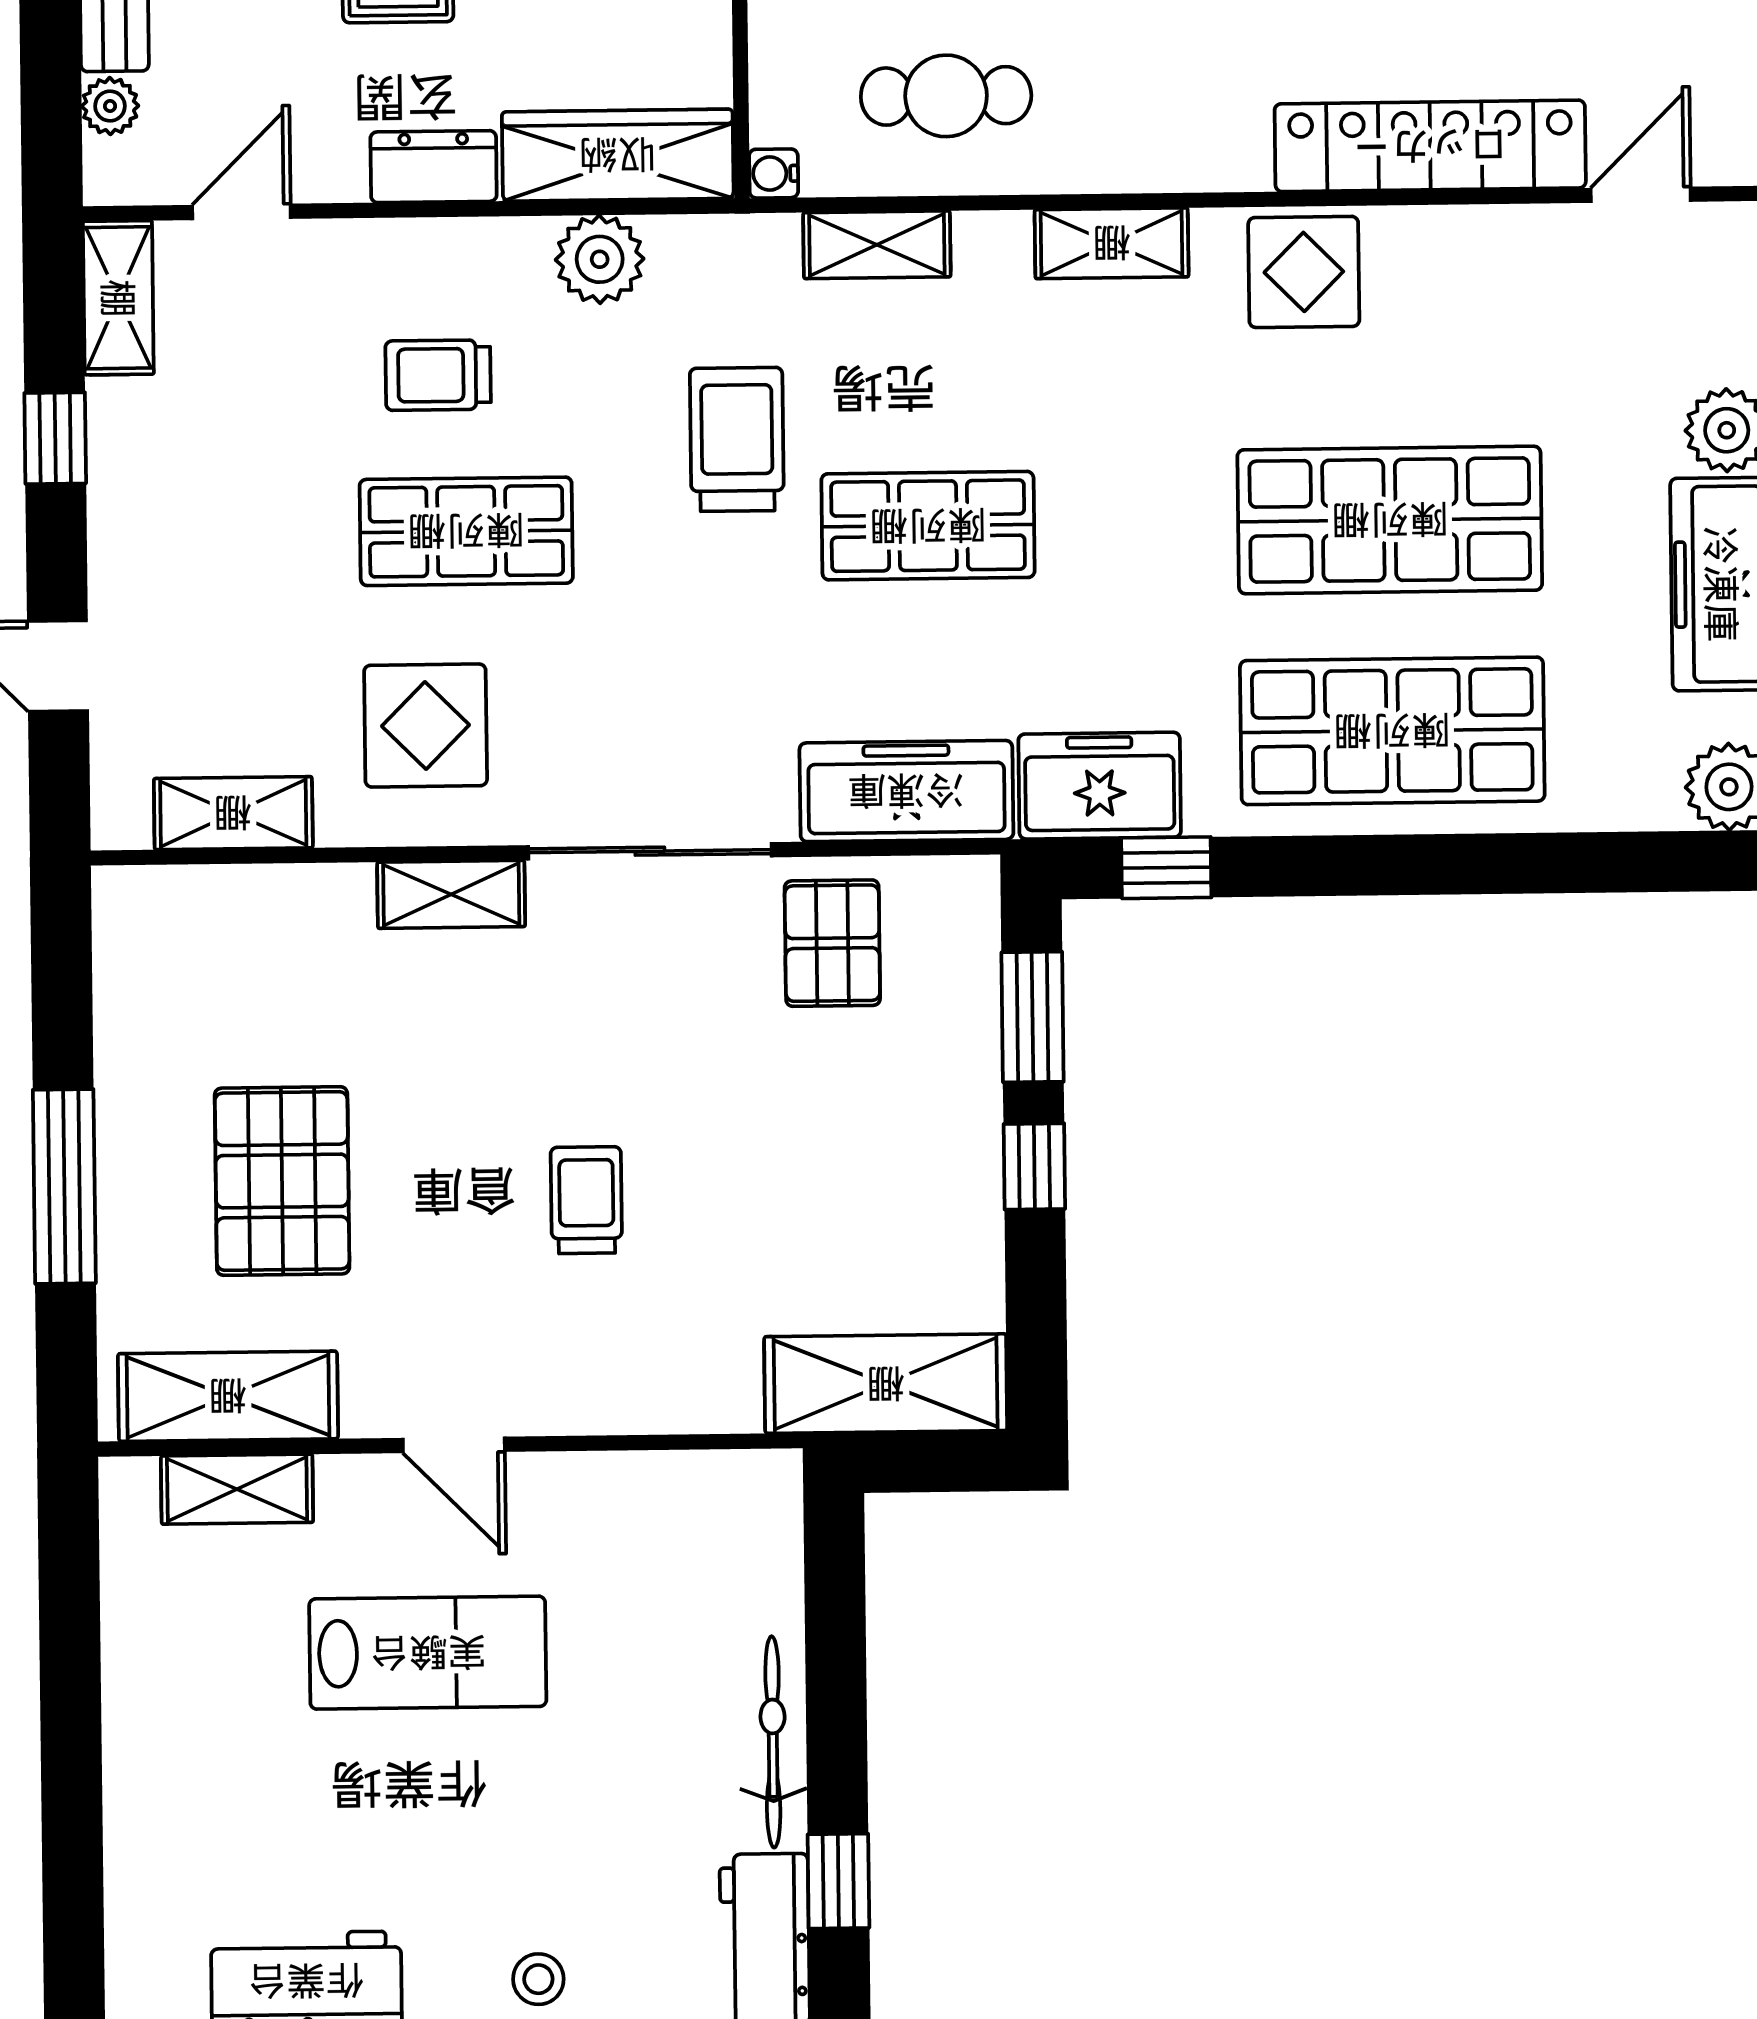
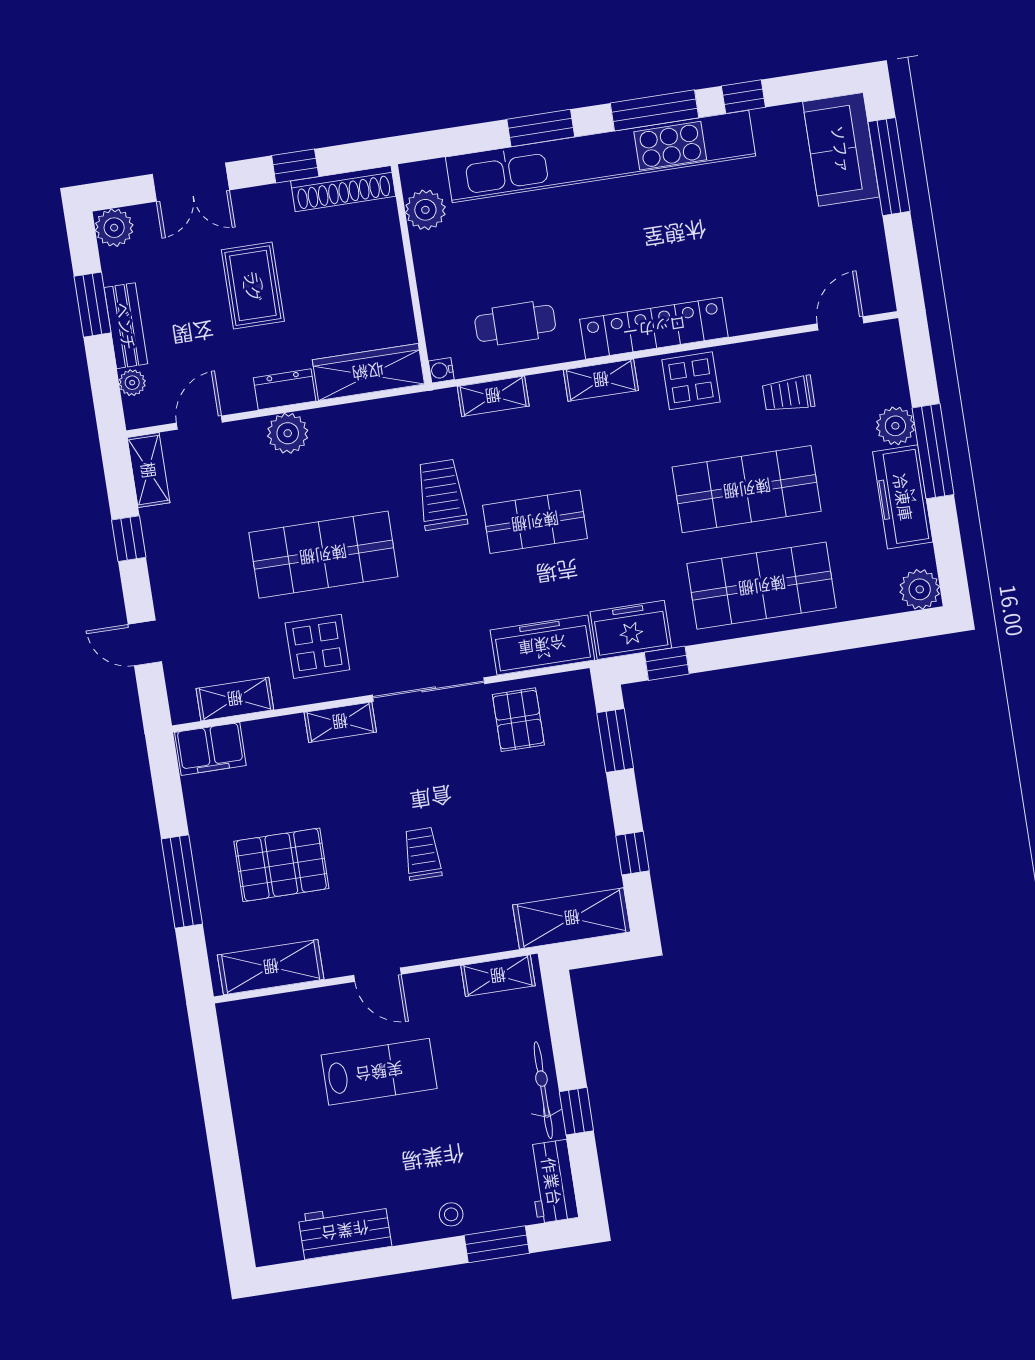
locker: (1430, 146) -> (654, 328), moved
plant: (600, 259) -> (288, 433), moved
trolley: (438, 375) -> (788, 394), moved
shop shelf: (466, 531) -> (323, 555), width x1.43, depth x1.36
filing cabinet: (166, 912) -> (210, 749), added
window: (1034, 1166) -> (633, 853), moved
pallet: (282, 1181) -> (281, 865), turned 90
shelving: (237, 1489) -> (498, 976), moved
window: (838, 1881) -> (576, 1111), moved

